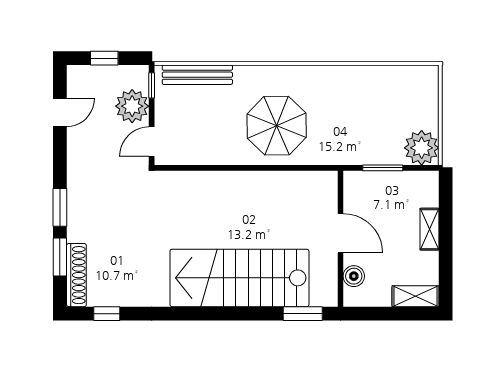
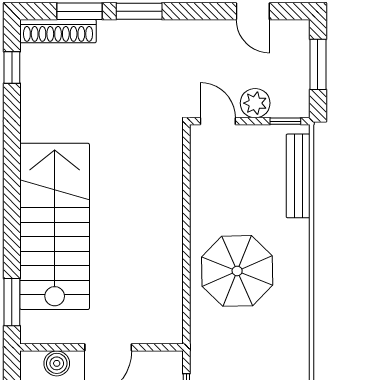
window: (104, 58) -> (318, 64), width x1.50
plant: (132, 106) -> (255, 103), width x0.73, depth x0.73

